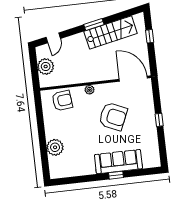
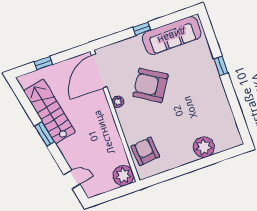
plant: (46, 66) -> (123, 176), moved
plant: (89, 90) -> (118, 102), moved
armchair: (113, 116) -> (150, 85), turned -82
sofa: (118, 162) -> (172, 36), moved, turned -90

